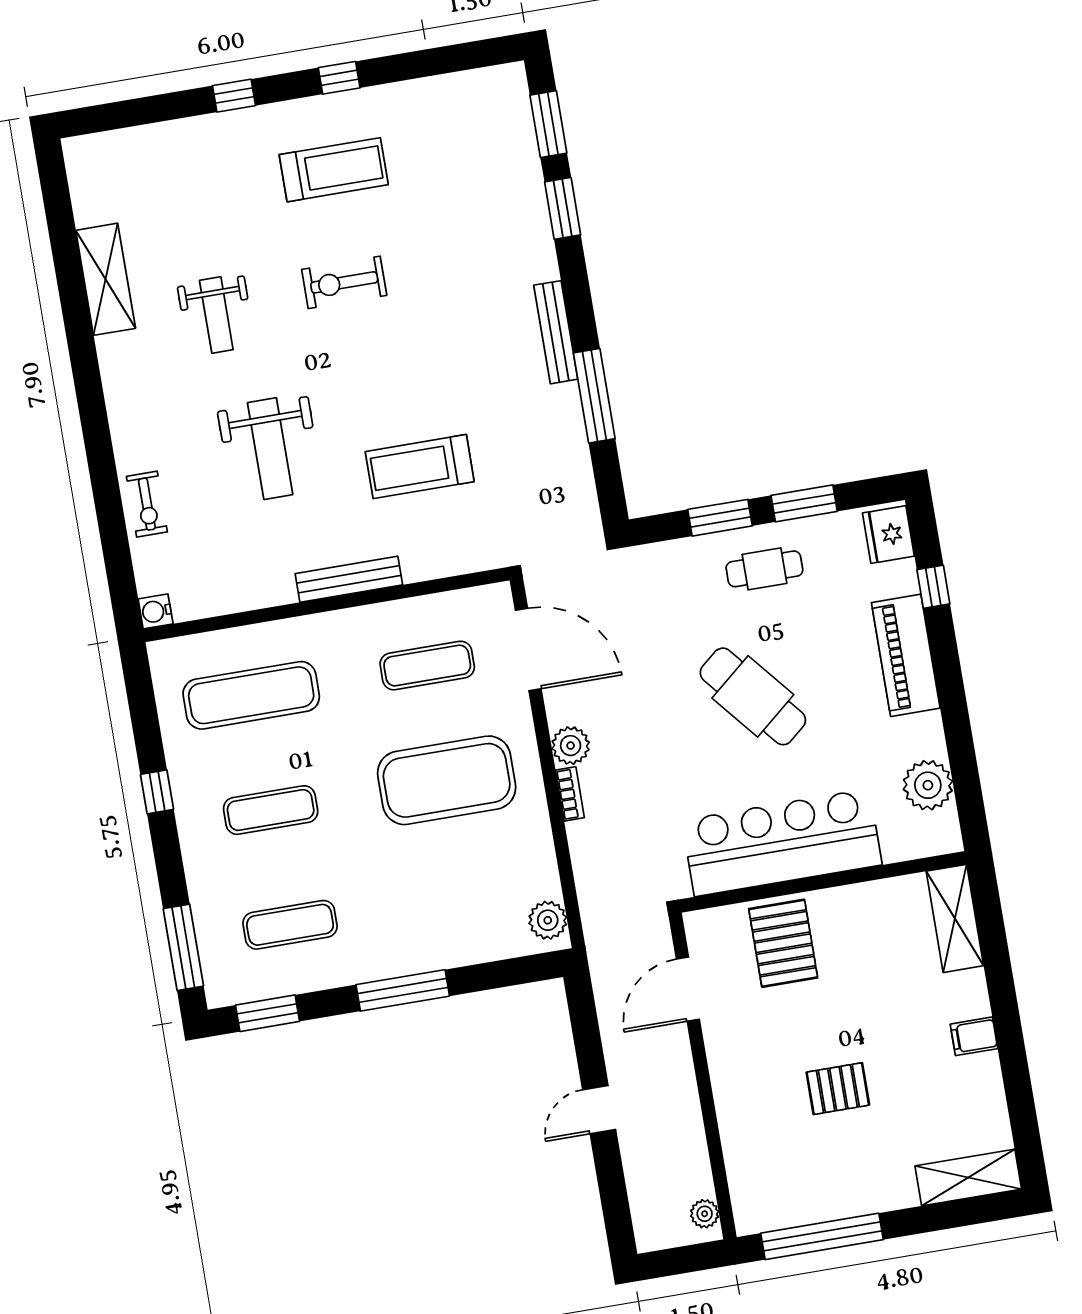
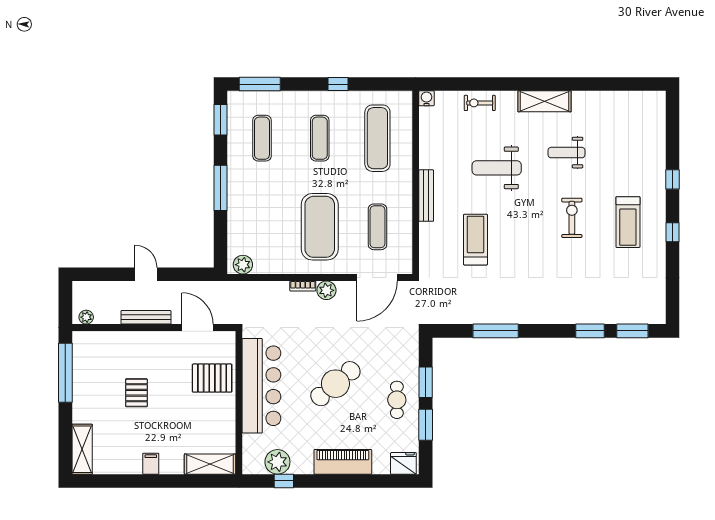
shelving: (106, 279) -> (545, 101), moved
bench: (556, 332) -> (146, 317), moved
window: (933, 587) -> (284, 481), moved

